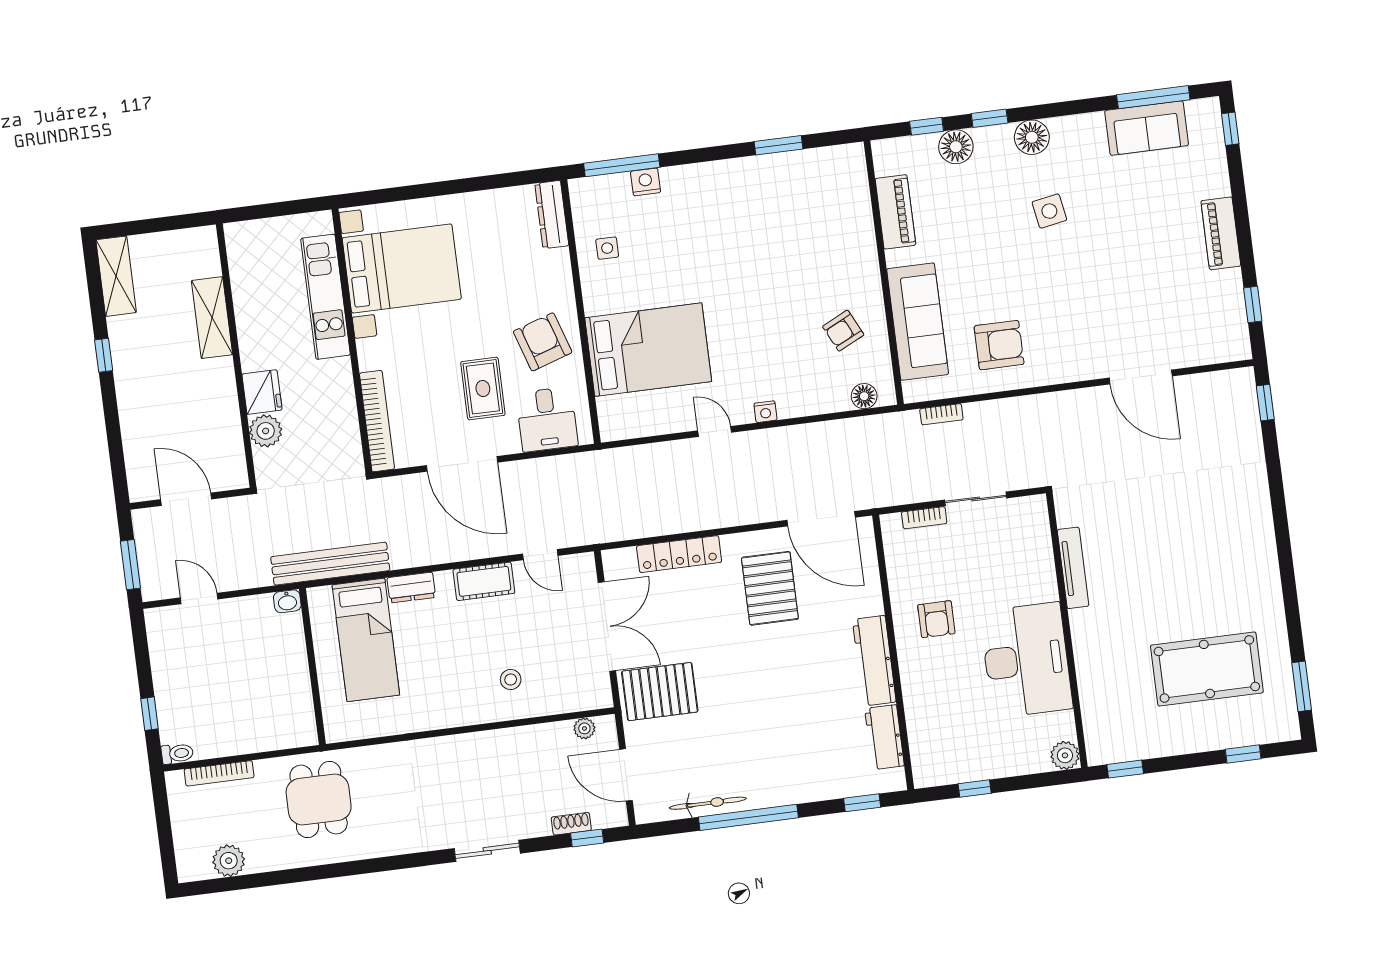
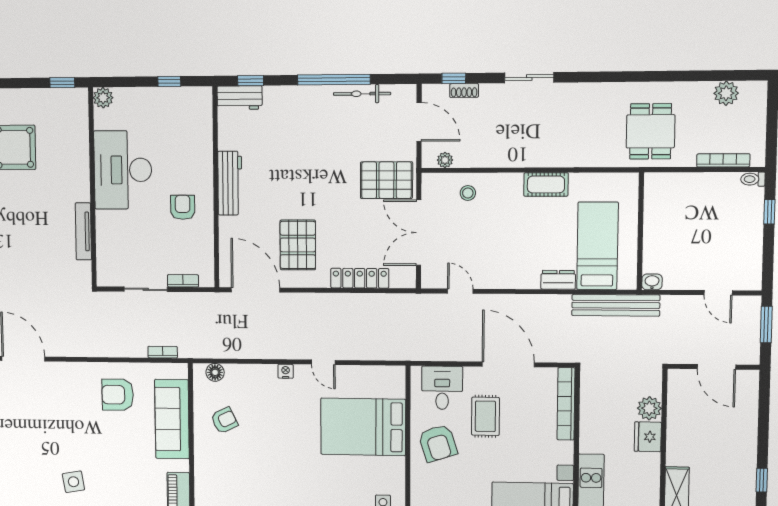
cot: (484, 581) -> (546, 184), moved
stool: (511, 679) -> (468, 193), moved
workbench: (884, 737) -> (240, 98), moved, turned 90

